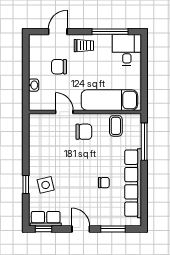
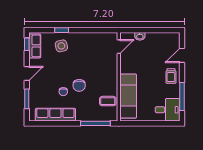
door: (58, 32) -> (182, 55), swing flipped
chair: (59, 67) -> (154, 56), removed
door: (64, 112) -> (119, 47), moved
chair: (84, 132) -> (79, 85), moved
row of seats: (133, 183) -> (55, 115), width x0.73

